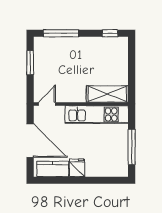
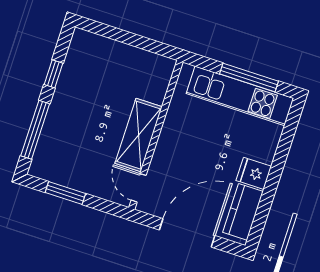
window: (110, 33) -> (53, 74), moved
shelving: (107, 94) -> (138, 135), moved
kitchen unit: (97, 115) -> (240, 96), moved, turned 90

